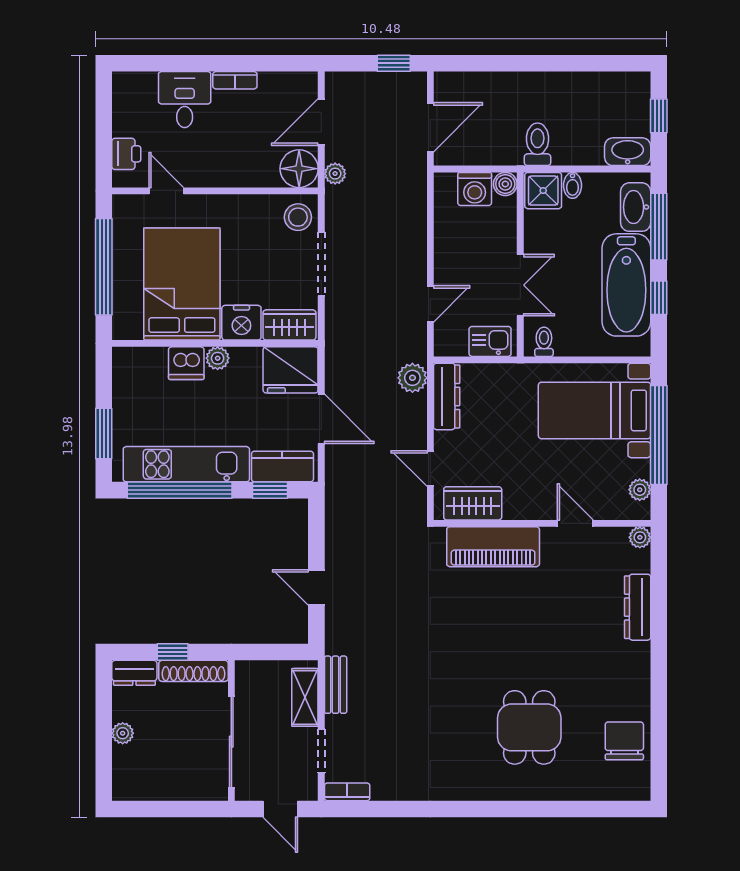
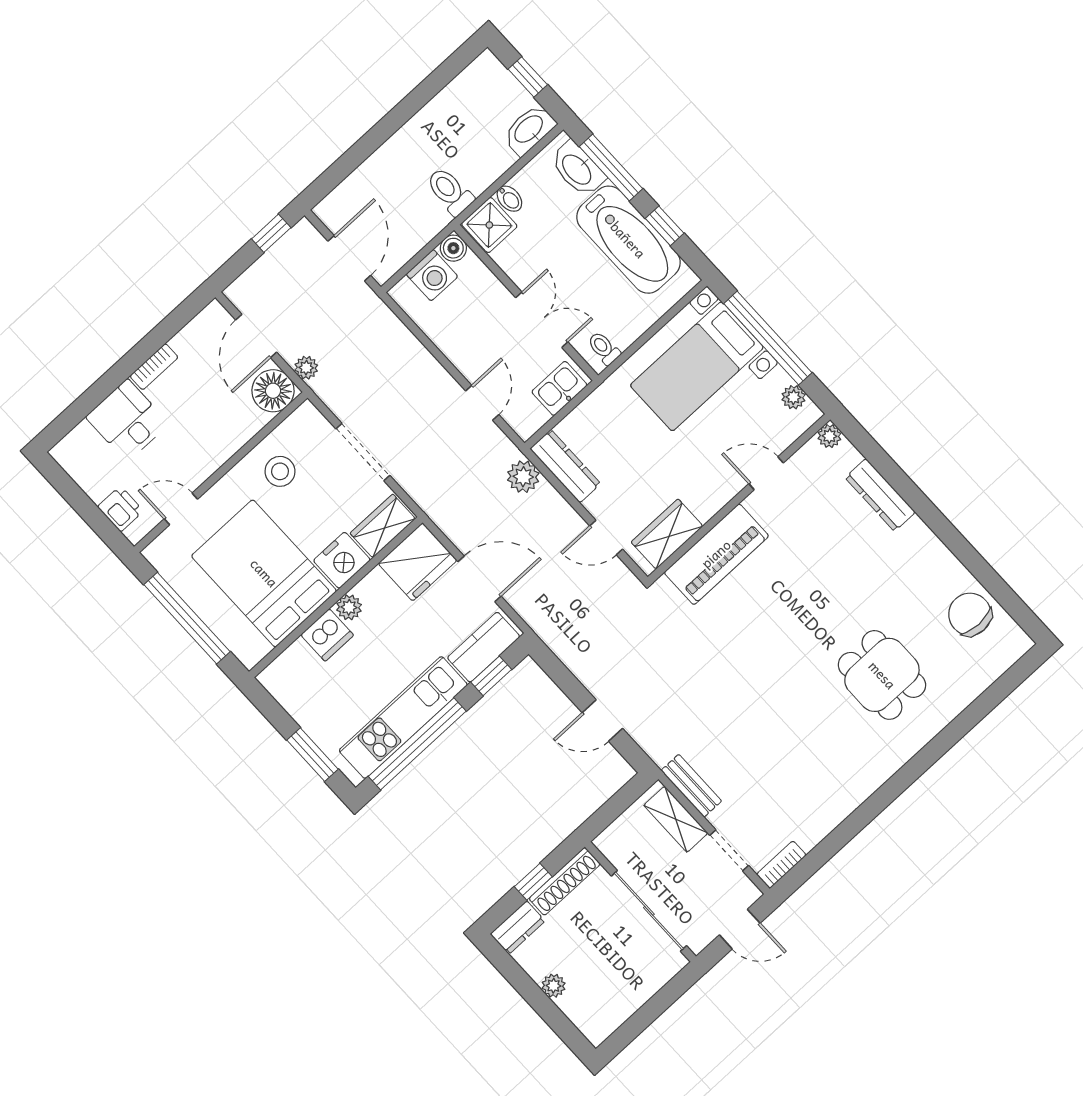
stool: (298, 217) -> (280, 471), moved

